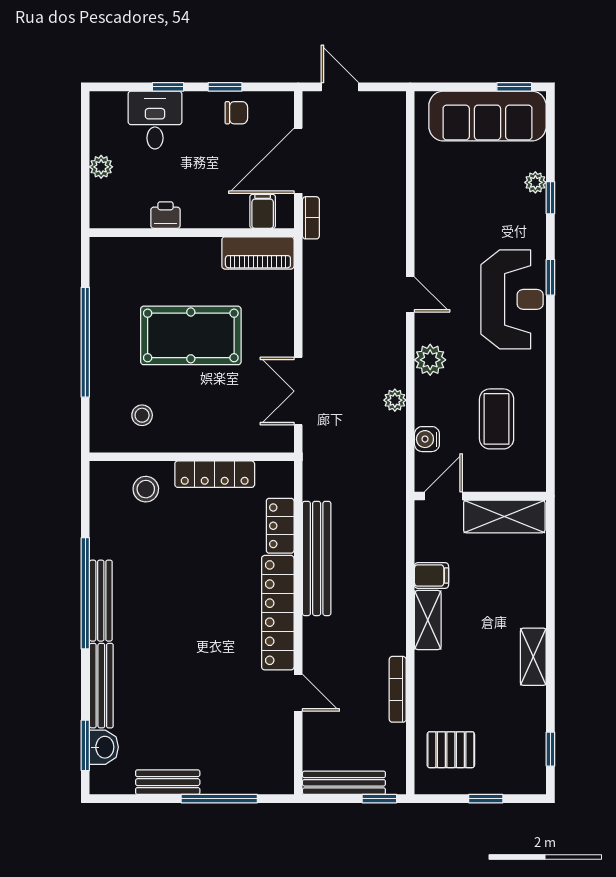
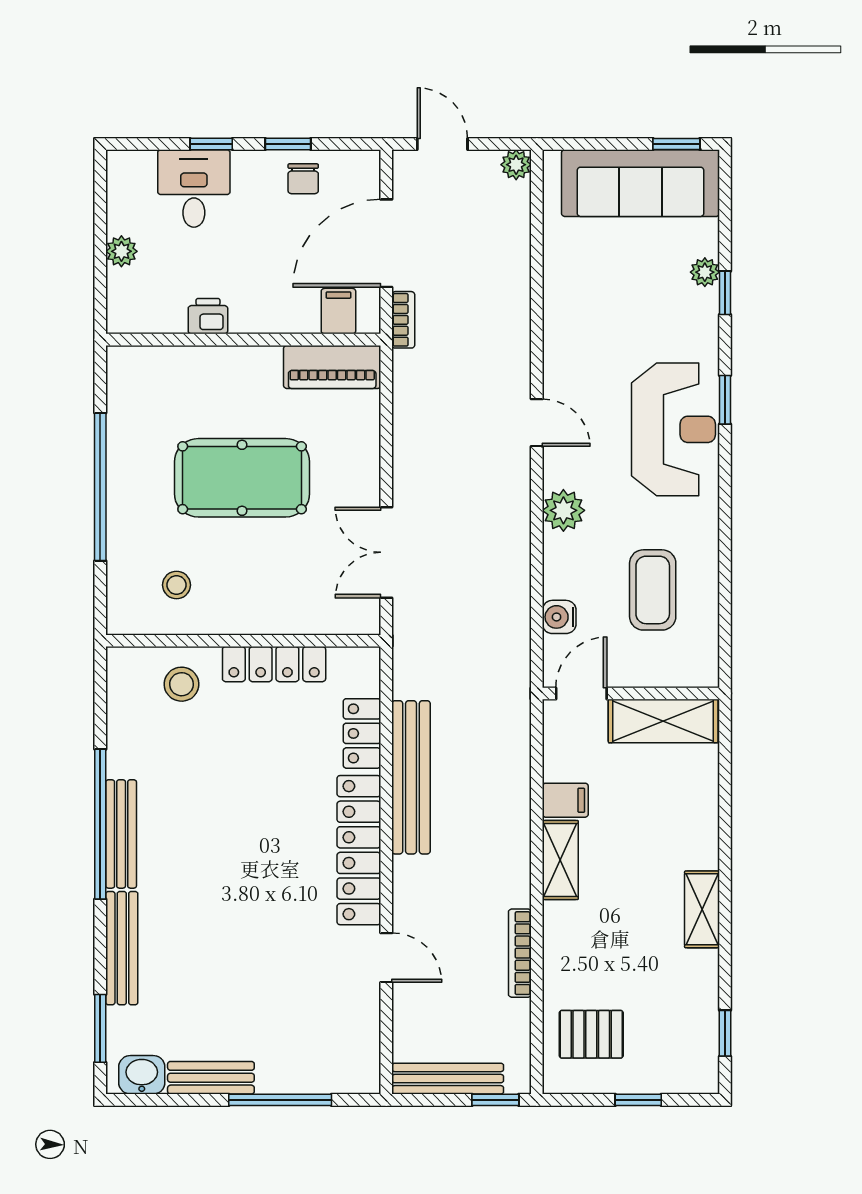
chair: (236, 113) -> (303, 179), turned 90
plant: (395, 400) -> (516, 165), moved
washbasin: (104, 747) -> (142, 1075), moved, turned -90

